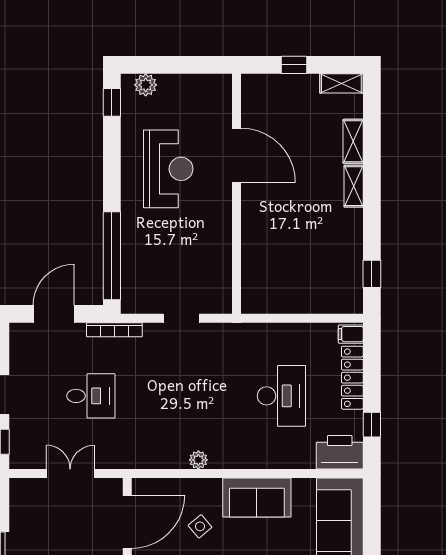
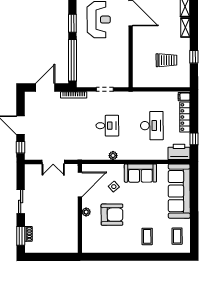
window: (112, 177) -> (72, 23), added
trolley: (313, 256) -> (166, 60), added
window: (372, 274) -> (194, 57), moved
desk: (91, 396) -> (107, 126), moved
double door: (70, 473) -> (53, 162), swing flipped

